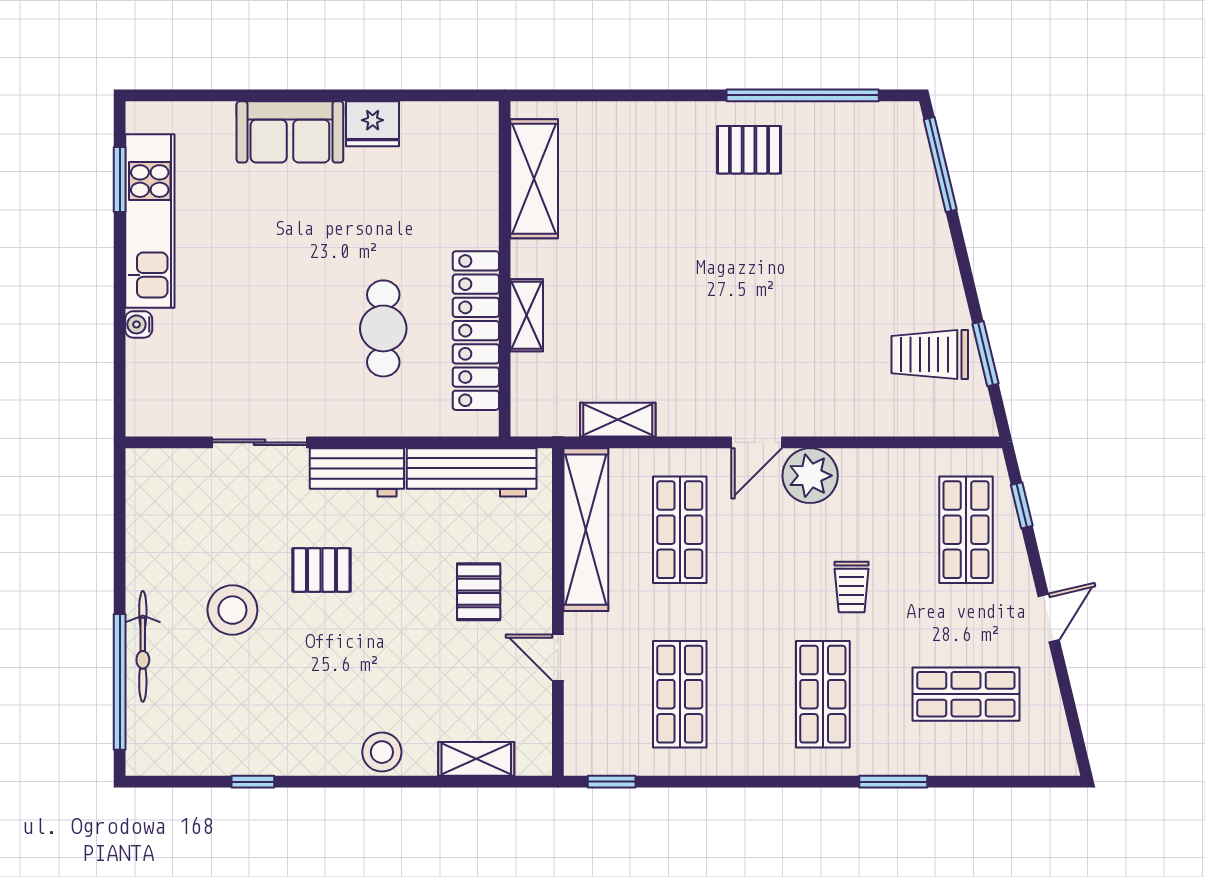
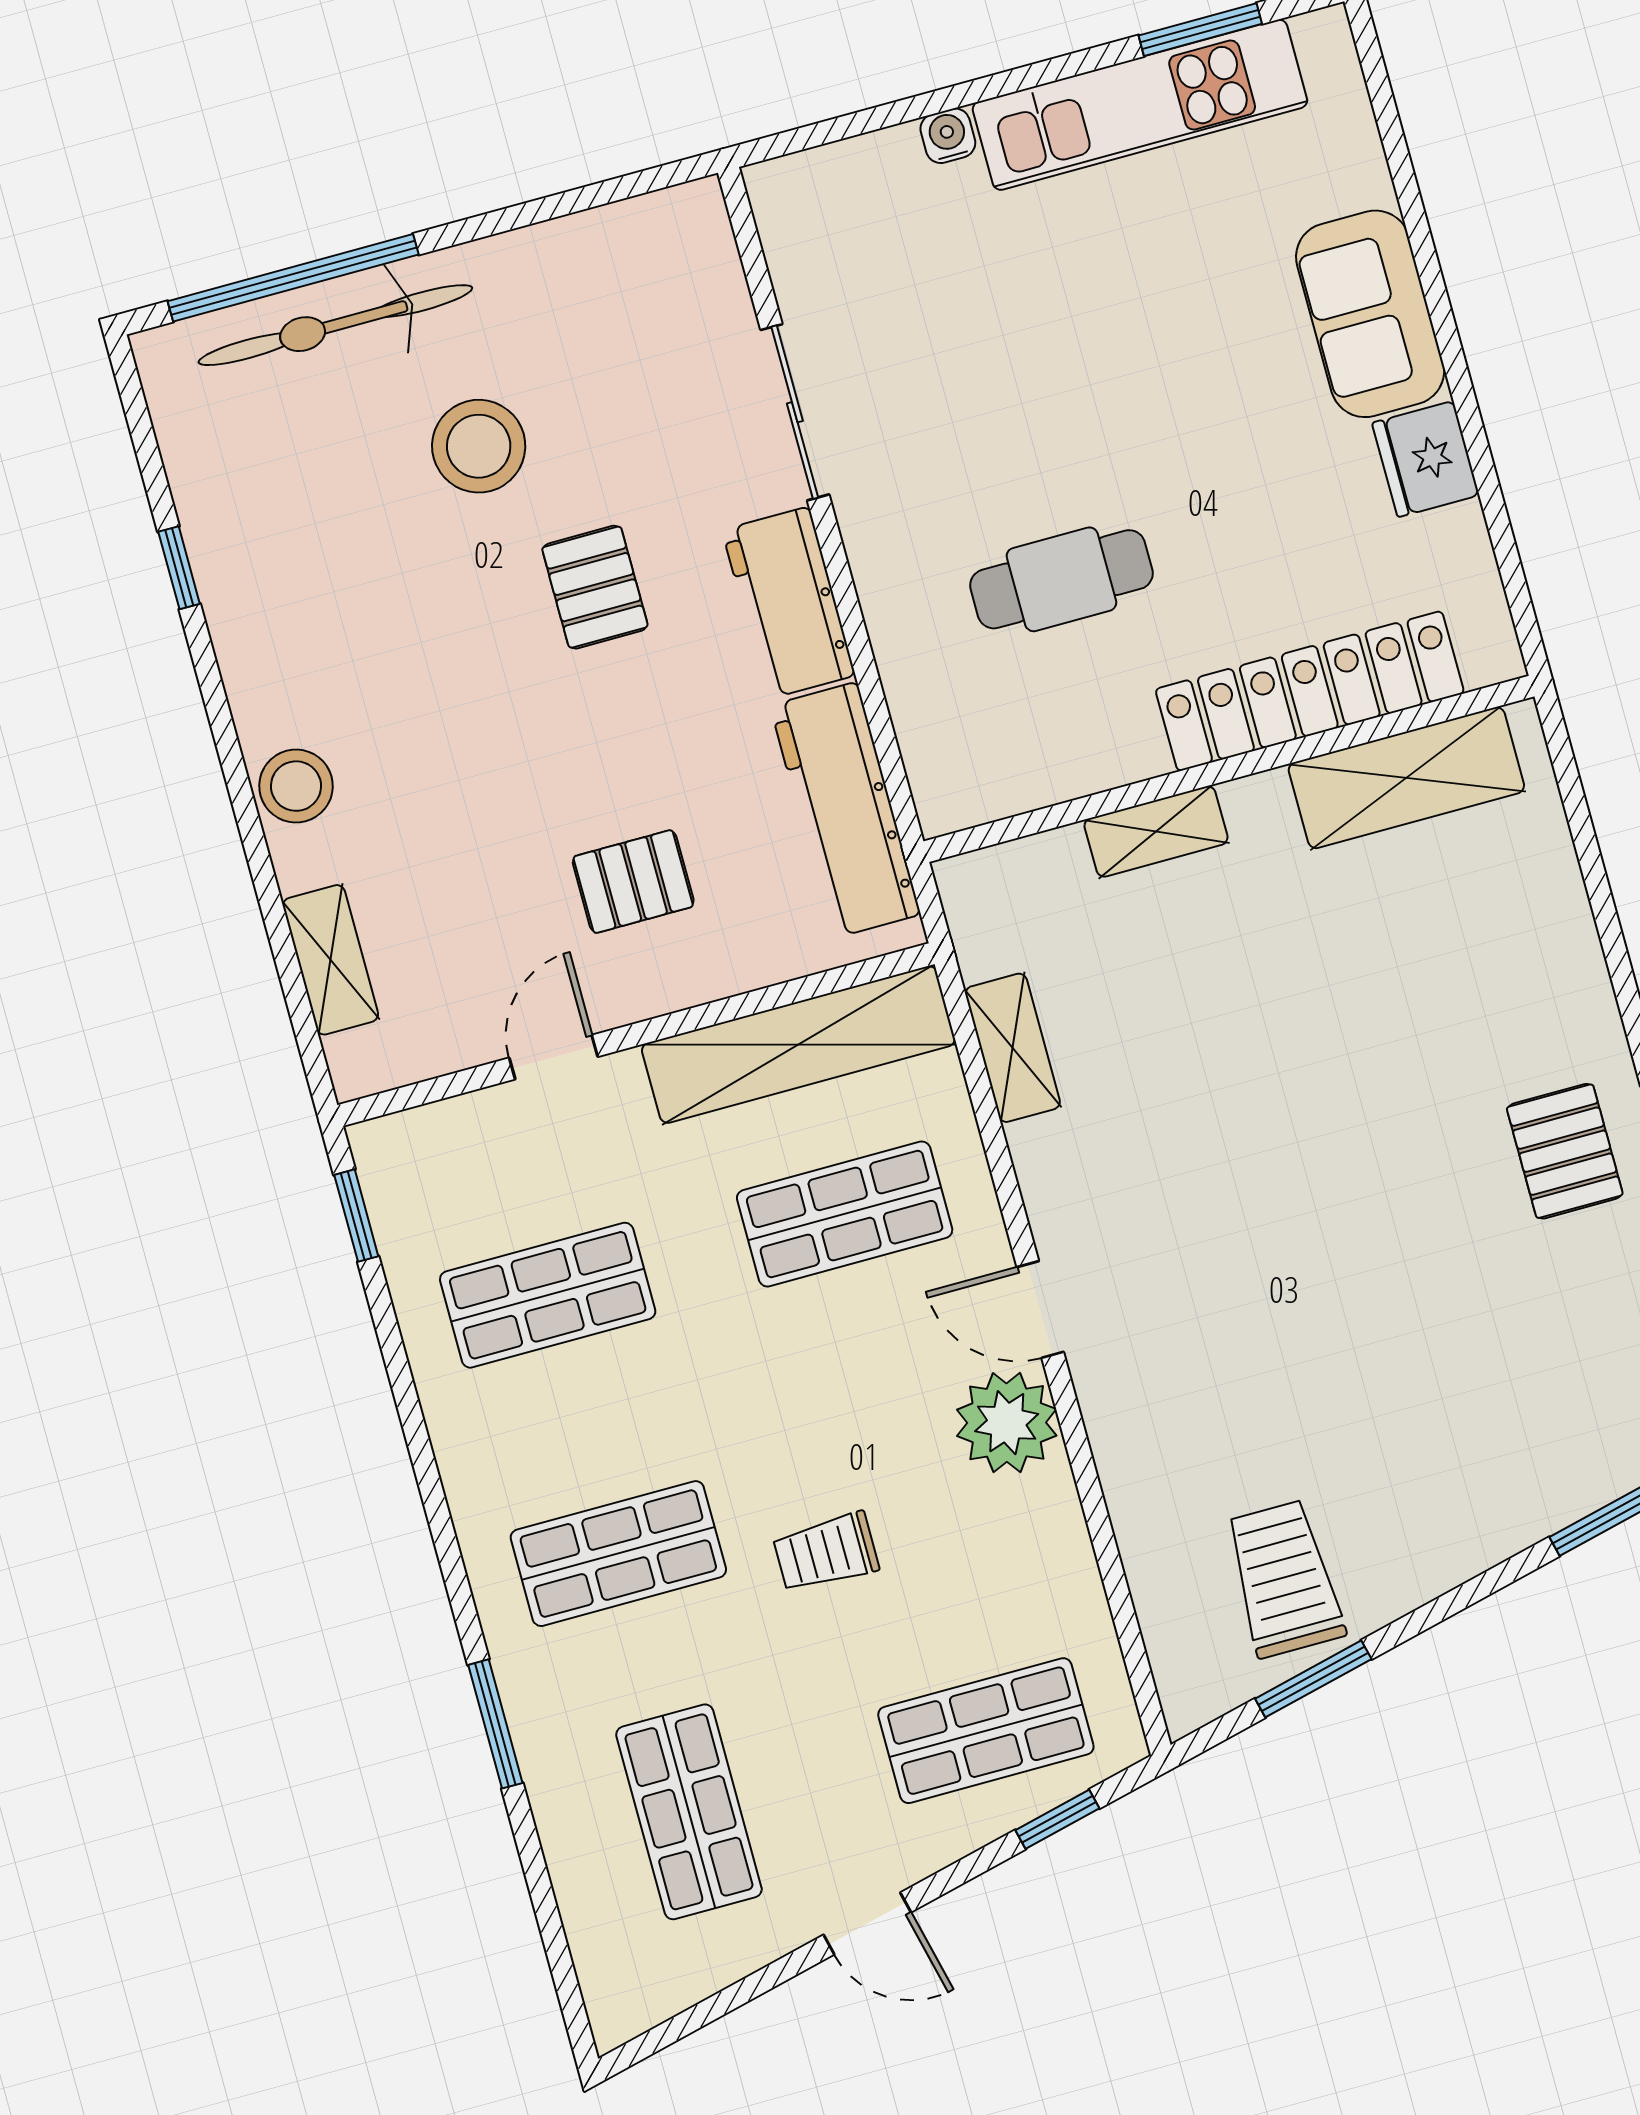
locker: (476, 331) -> (1310, 691), moved
bicycle: (143, 646) -> (335, 325), width x1.37, depth x1.40

